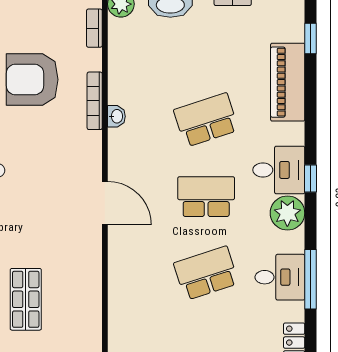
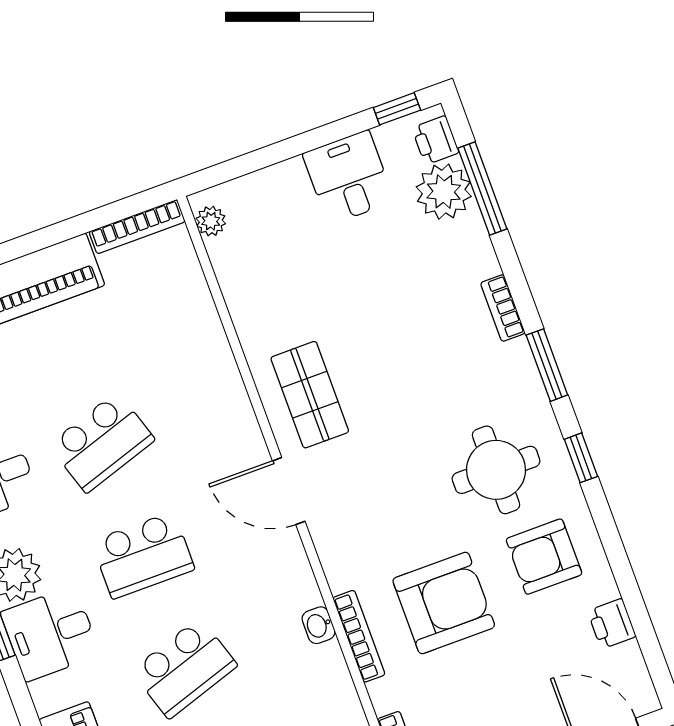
armchair: (32, 80) -> (444, 603), moved
shop shelf: (26, 299) -> (310, 395), moved

